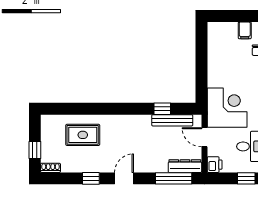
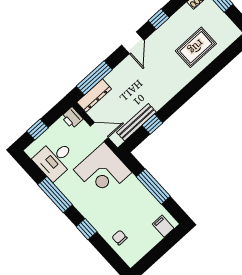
filing cabinet: (245, 30) -> (163, 226), moved
window: (202, 64) -> (153, 187), added

